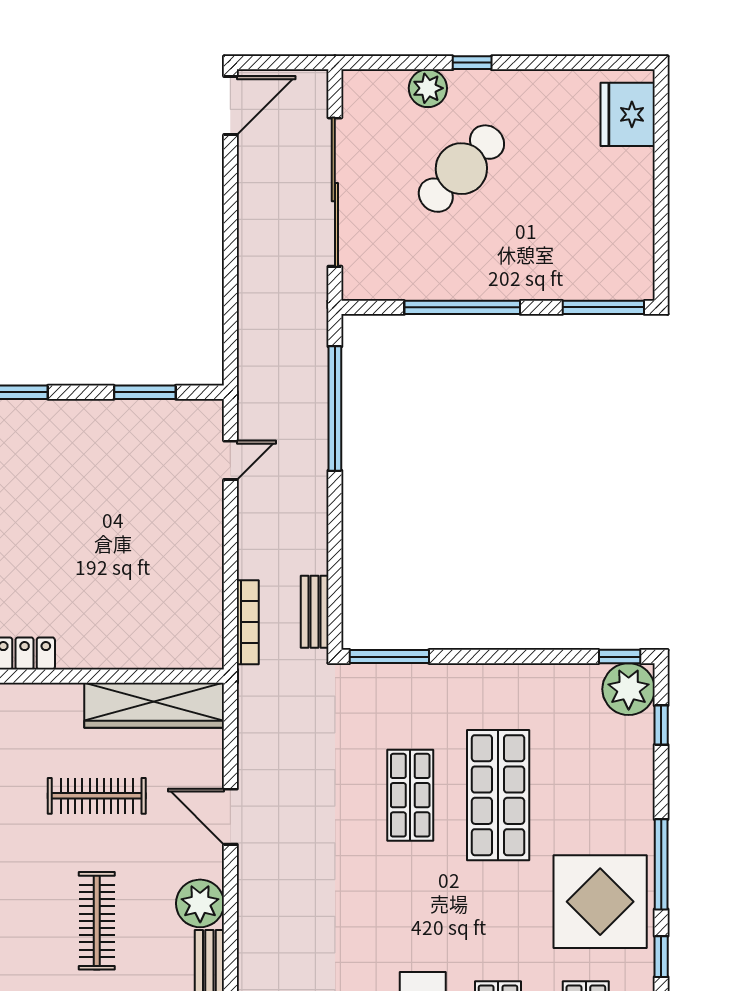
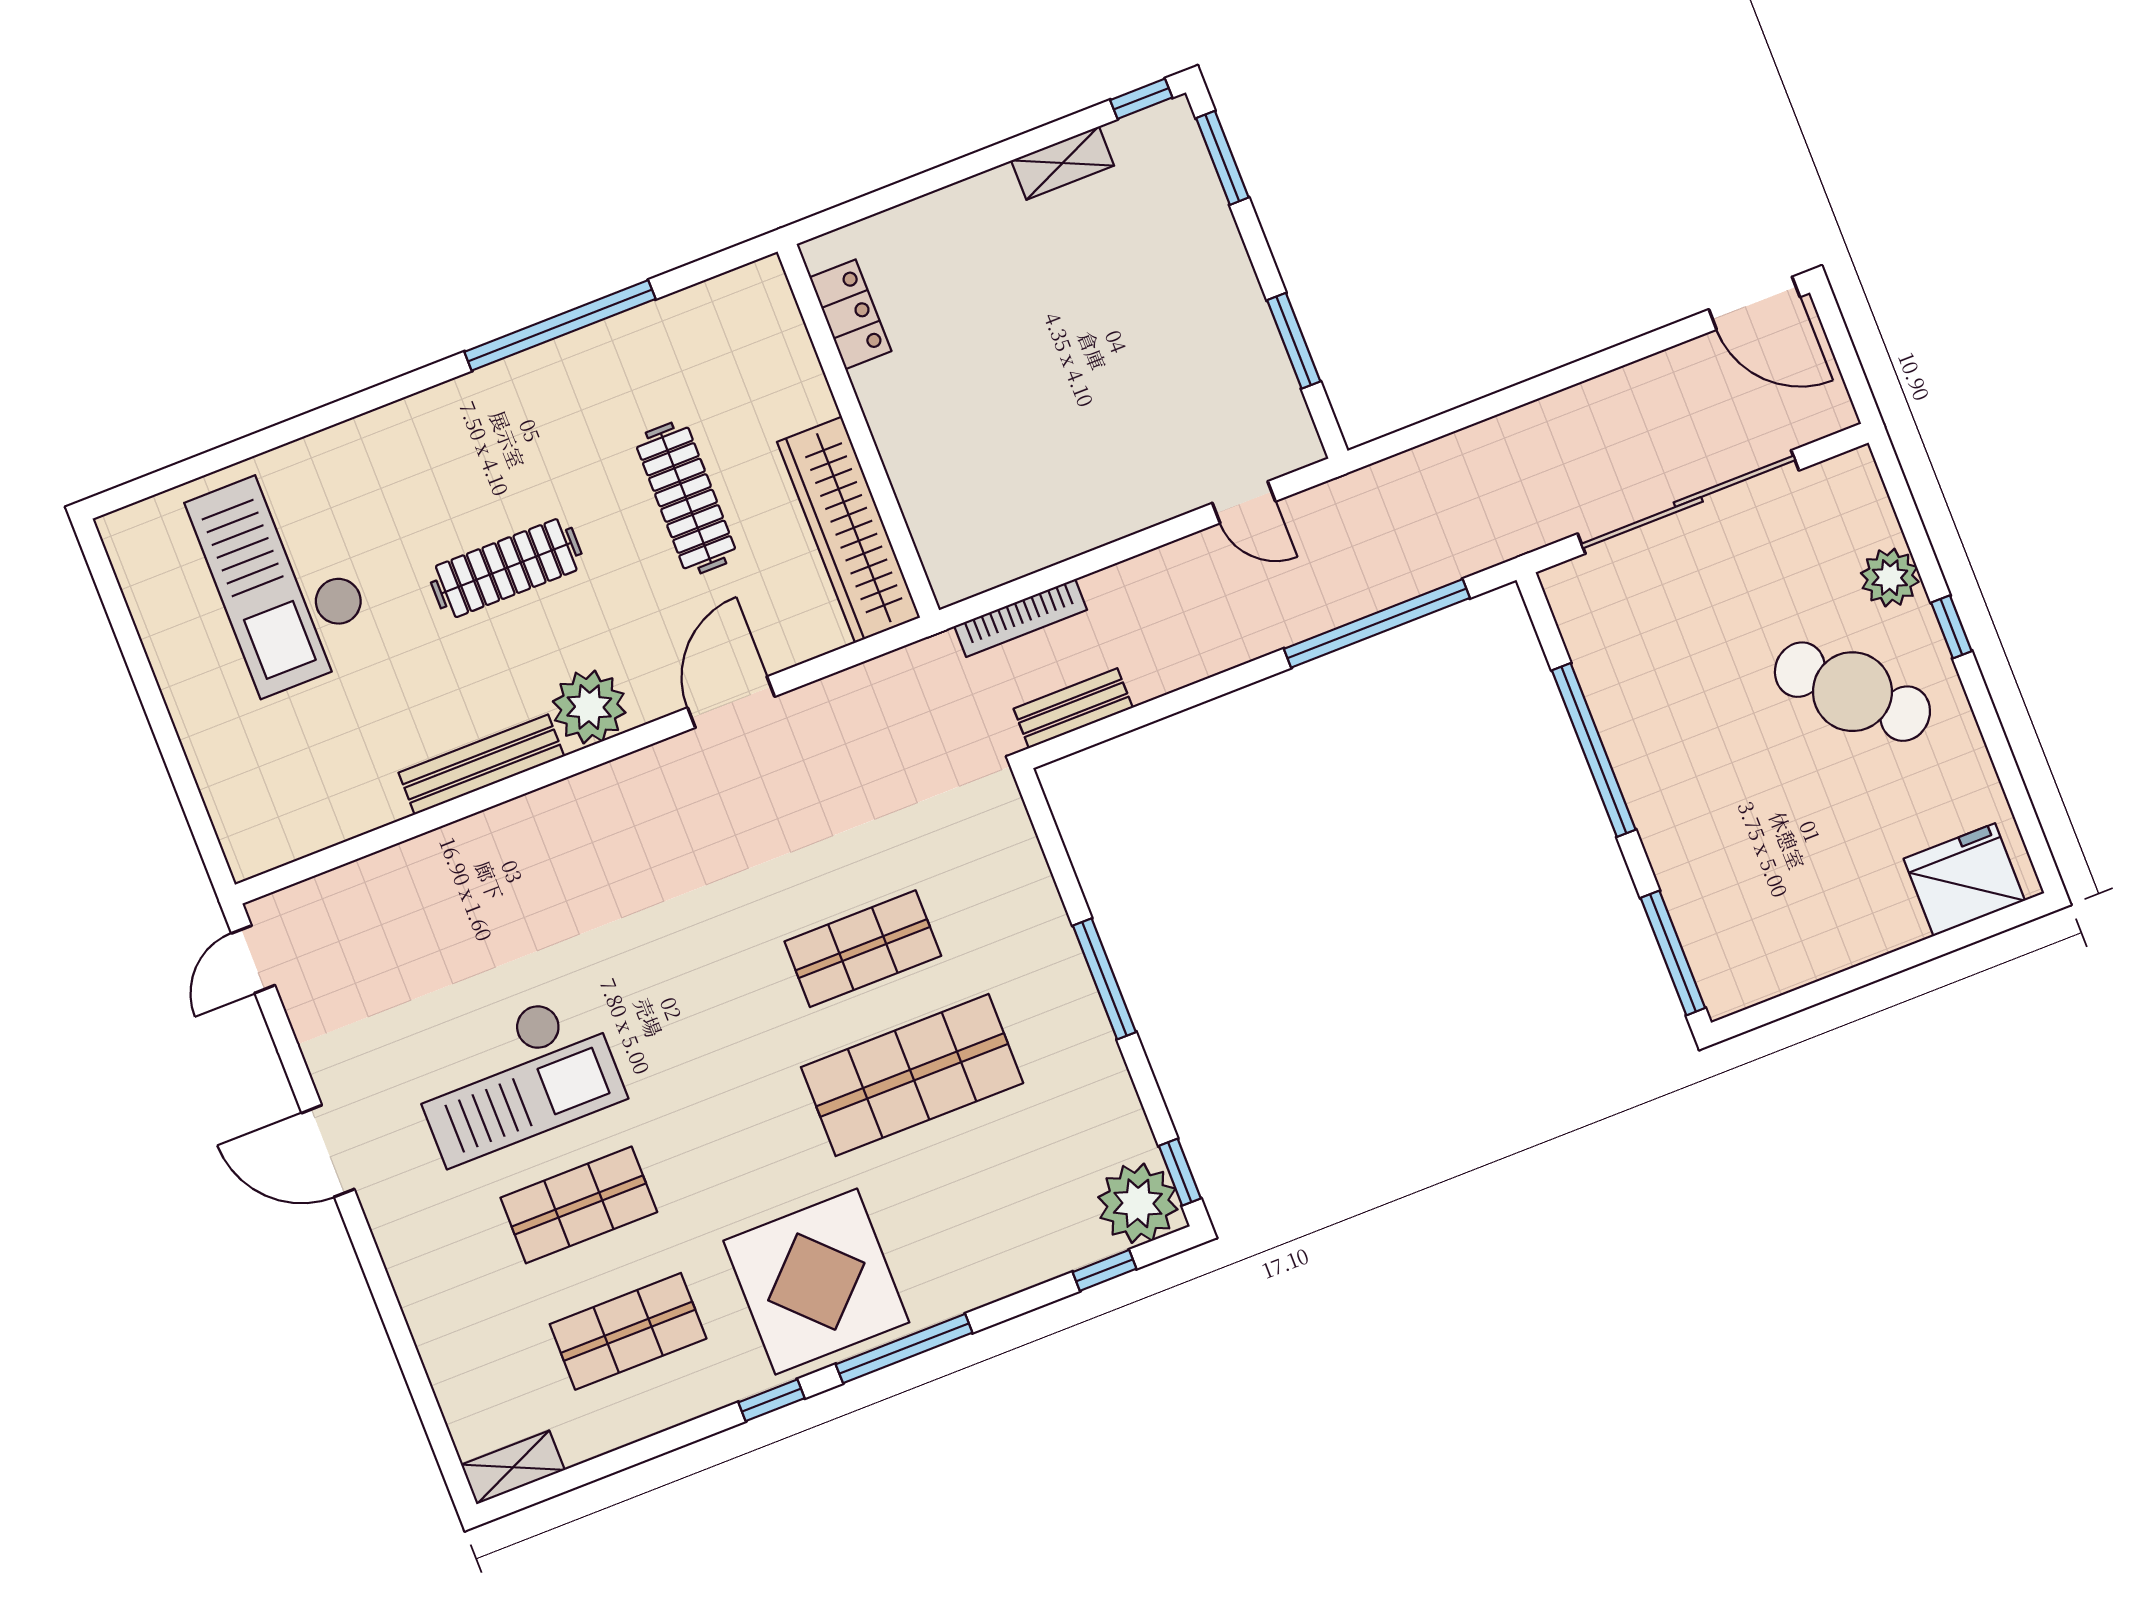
cafe table: (461, 169) -> (1852, 692), moved
window: (389, 657) -> (1104, 979), moved

